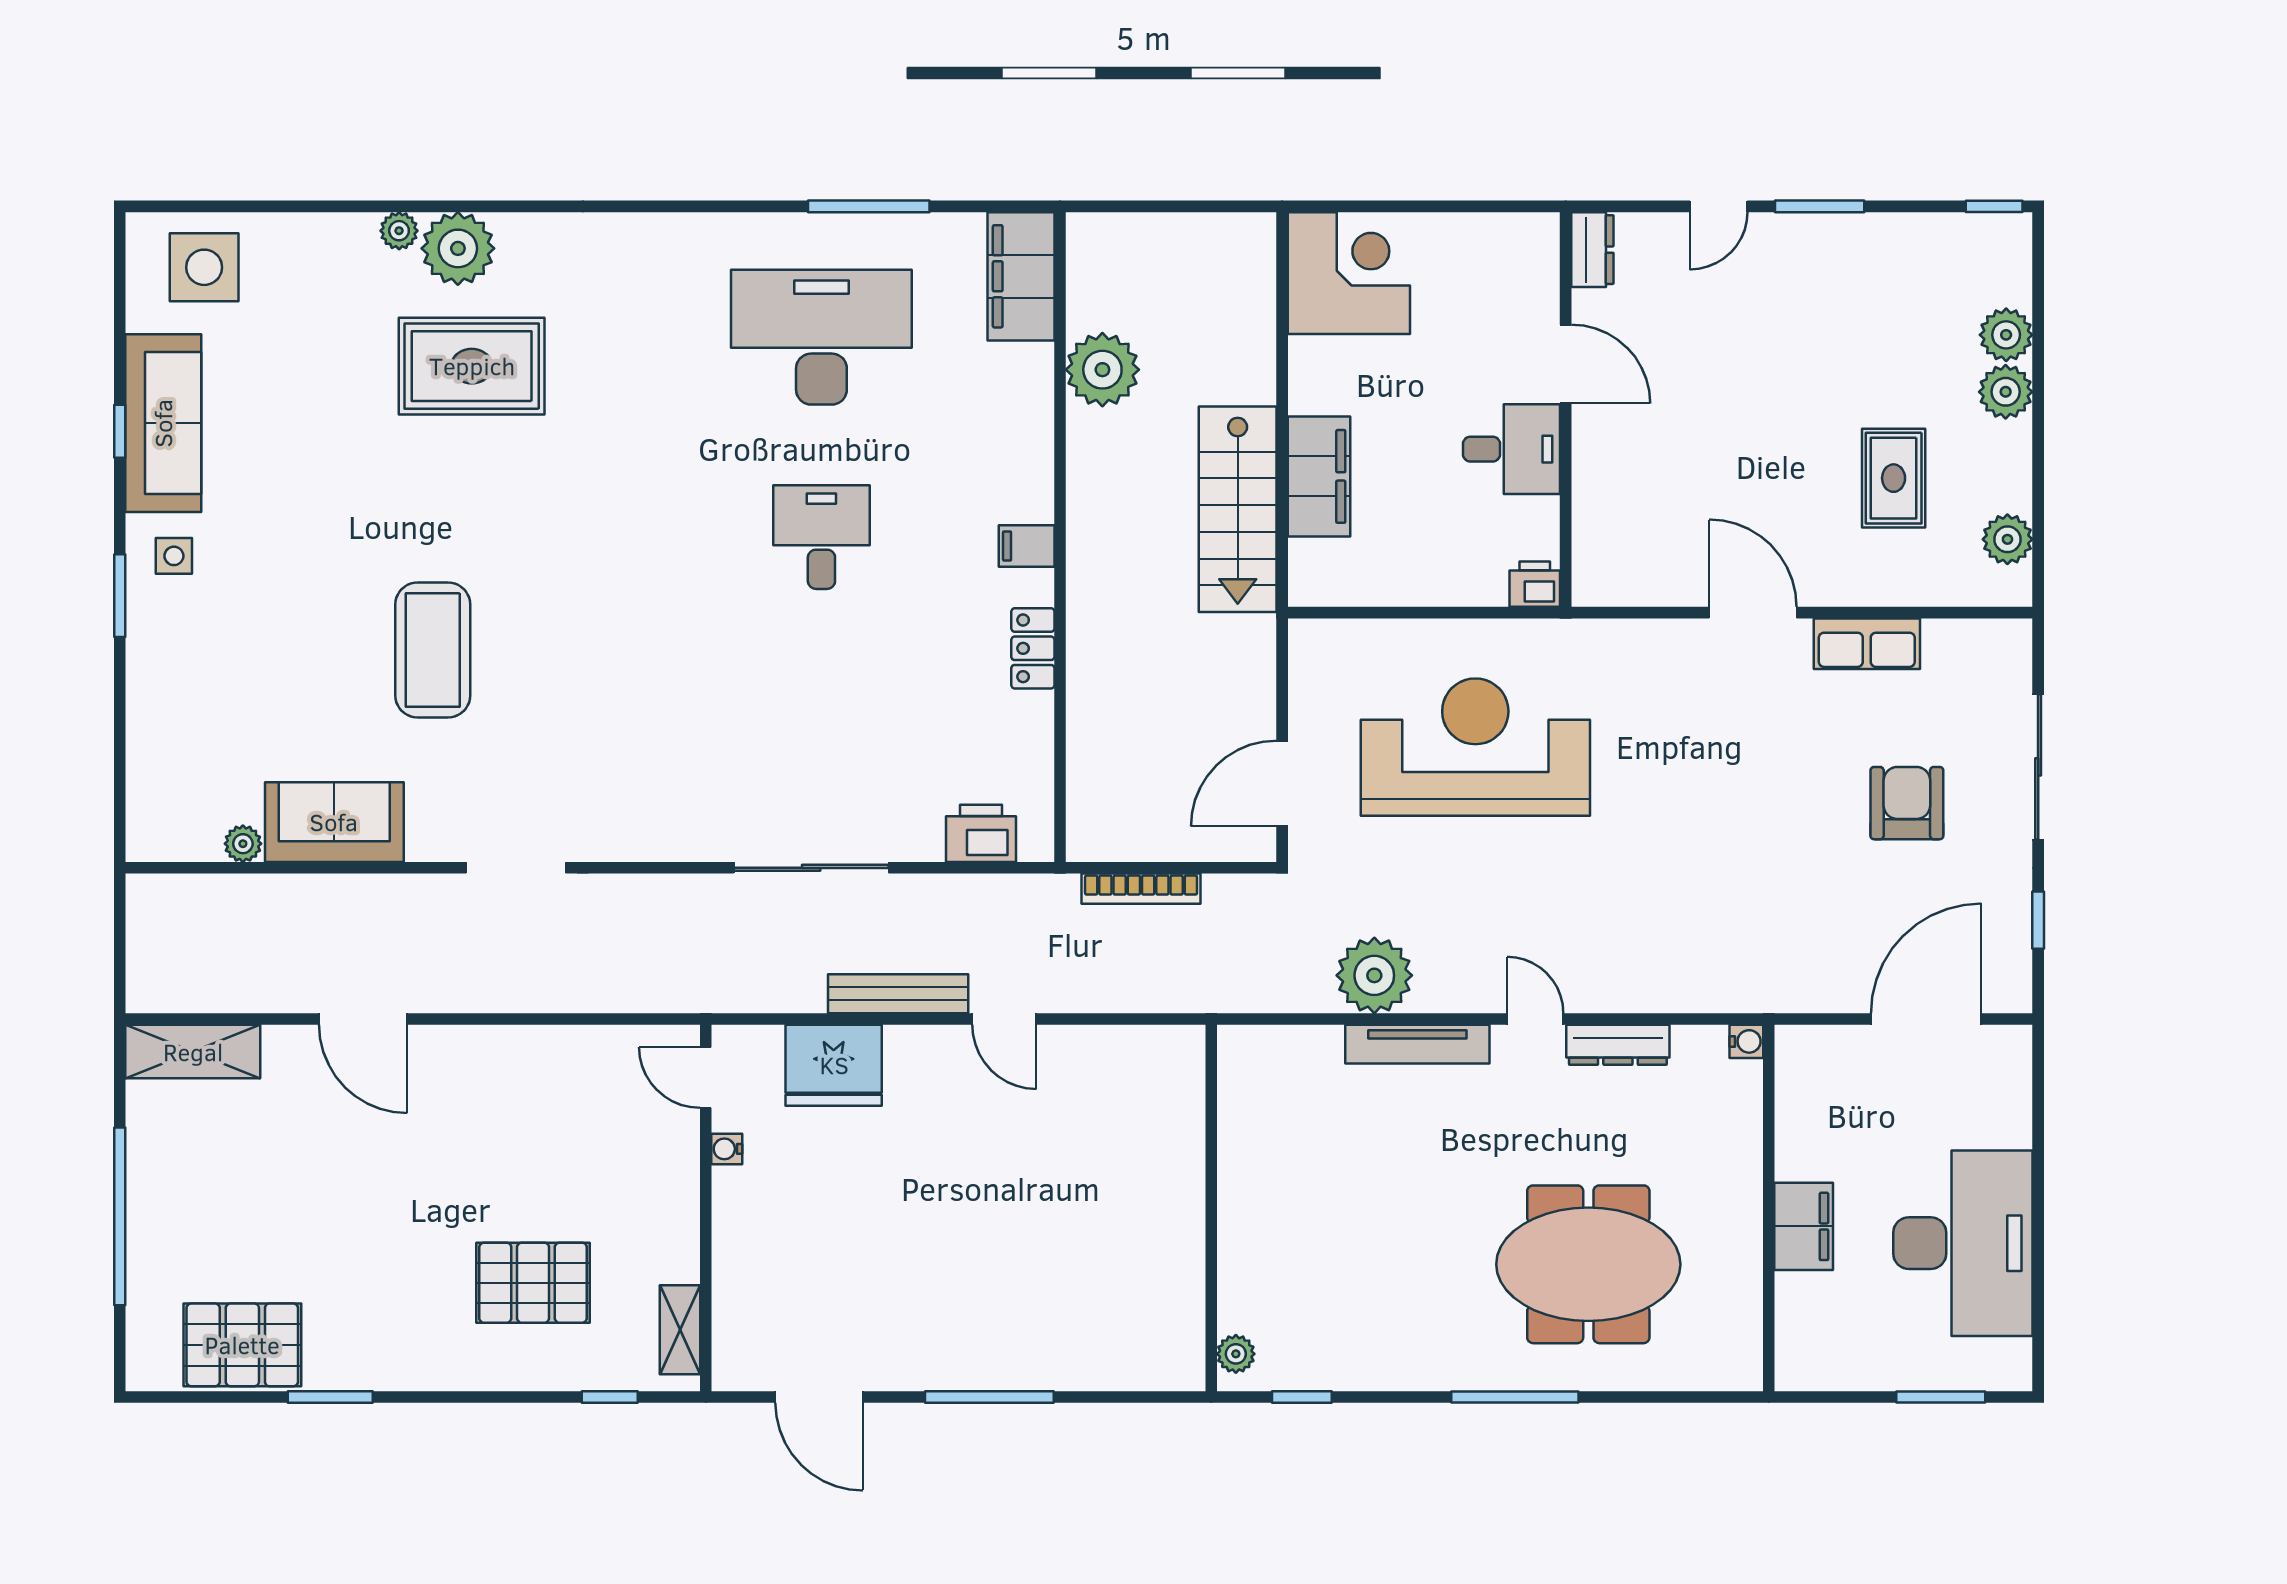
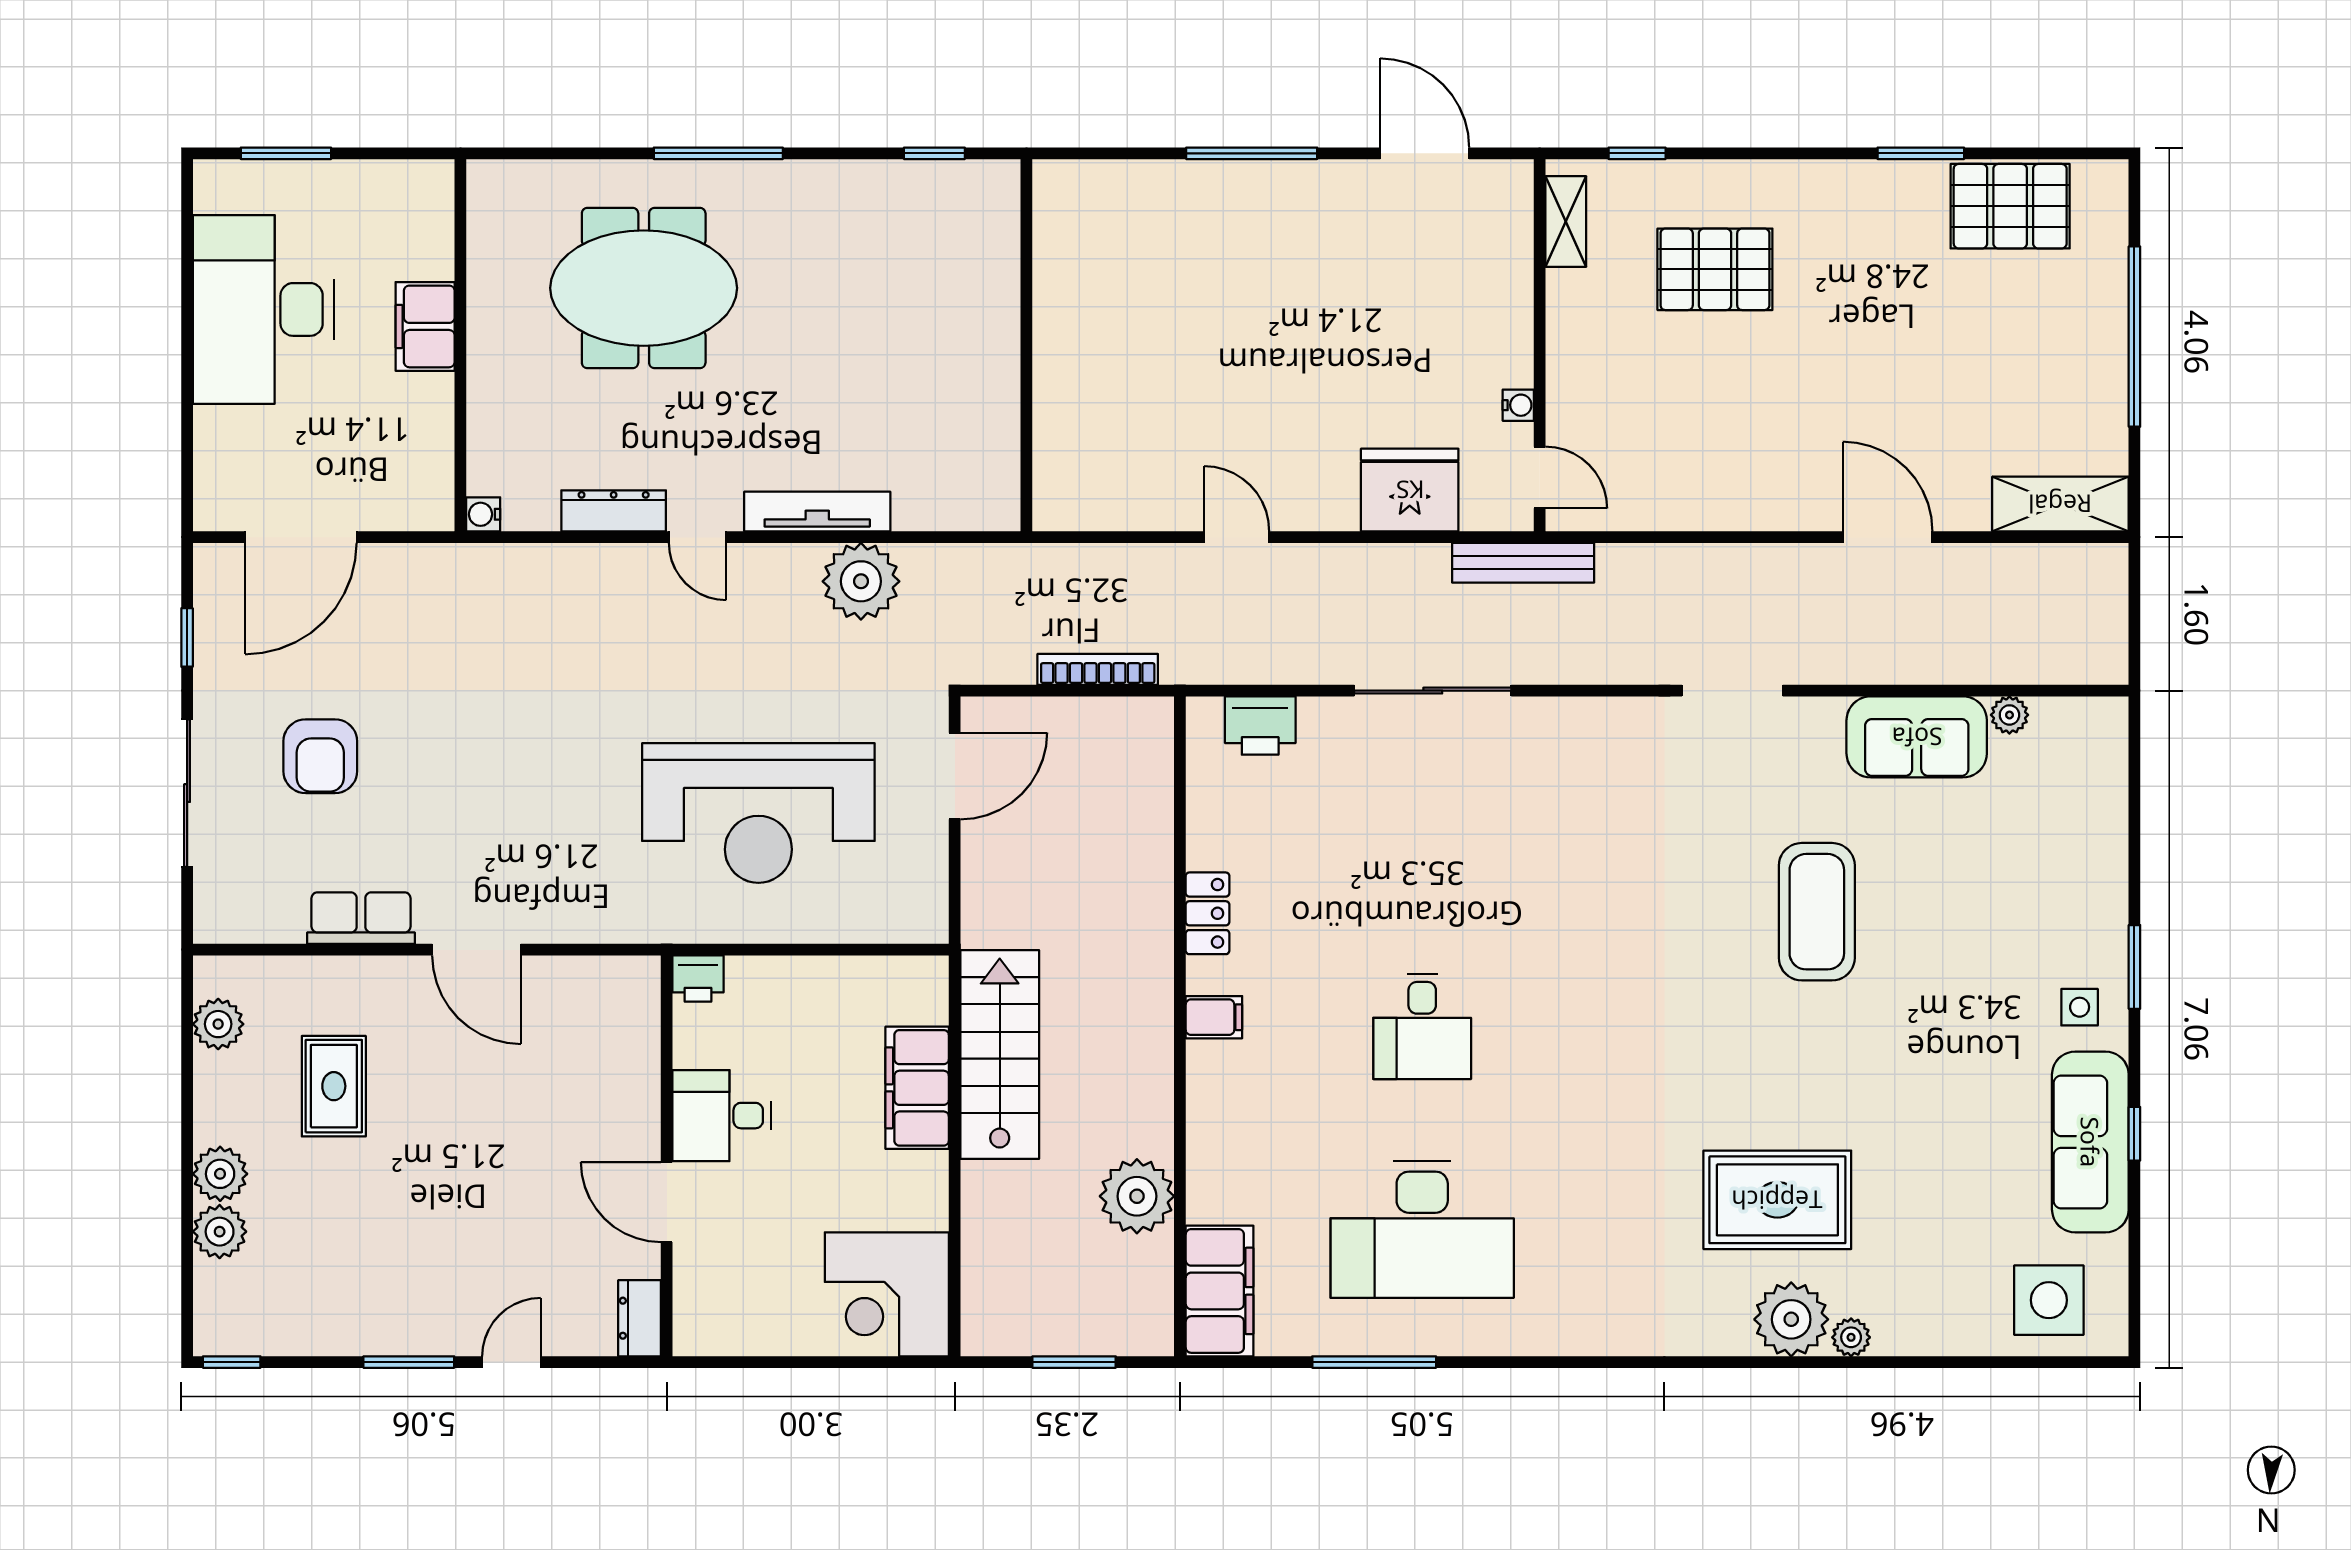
window: (1164, 206) -> (1074, 1362), added
bench: (898, 994) -> (1523, 563), moved
plant: (1236, 1354) -> (1002, 197), removed

